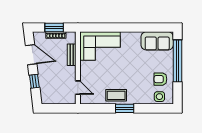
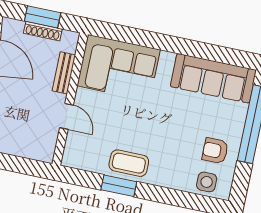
sofa: (157, 41) -> (213, 78), width x1.36
door: (78, 88) -> (66, 116), moved
window: (125, 108) -> (119, 186), moved

